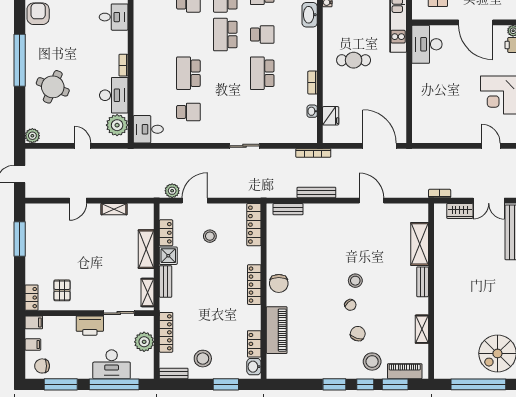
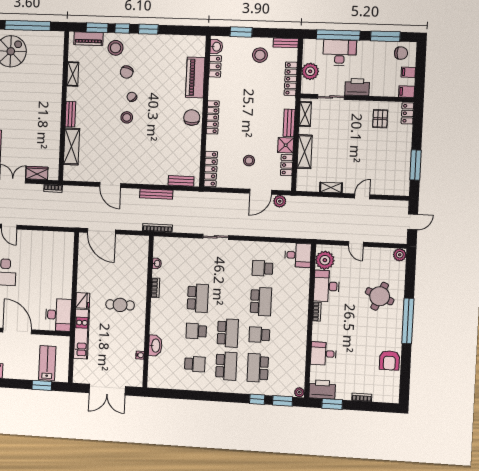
school desk: (188, 35) -> (259, 335), added
fridge: (331, 116) -> (83, 301), moved, turned 180

